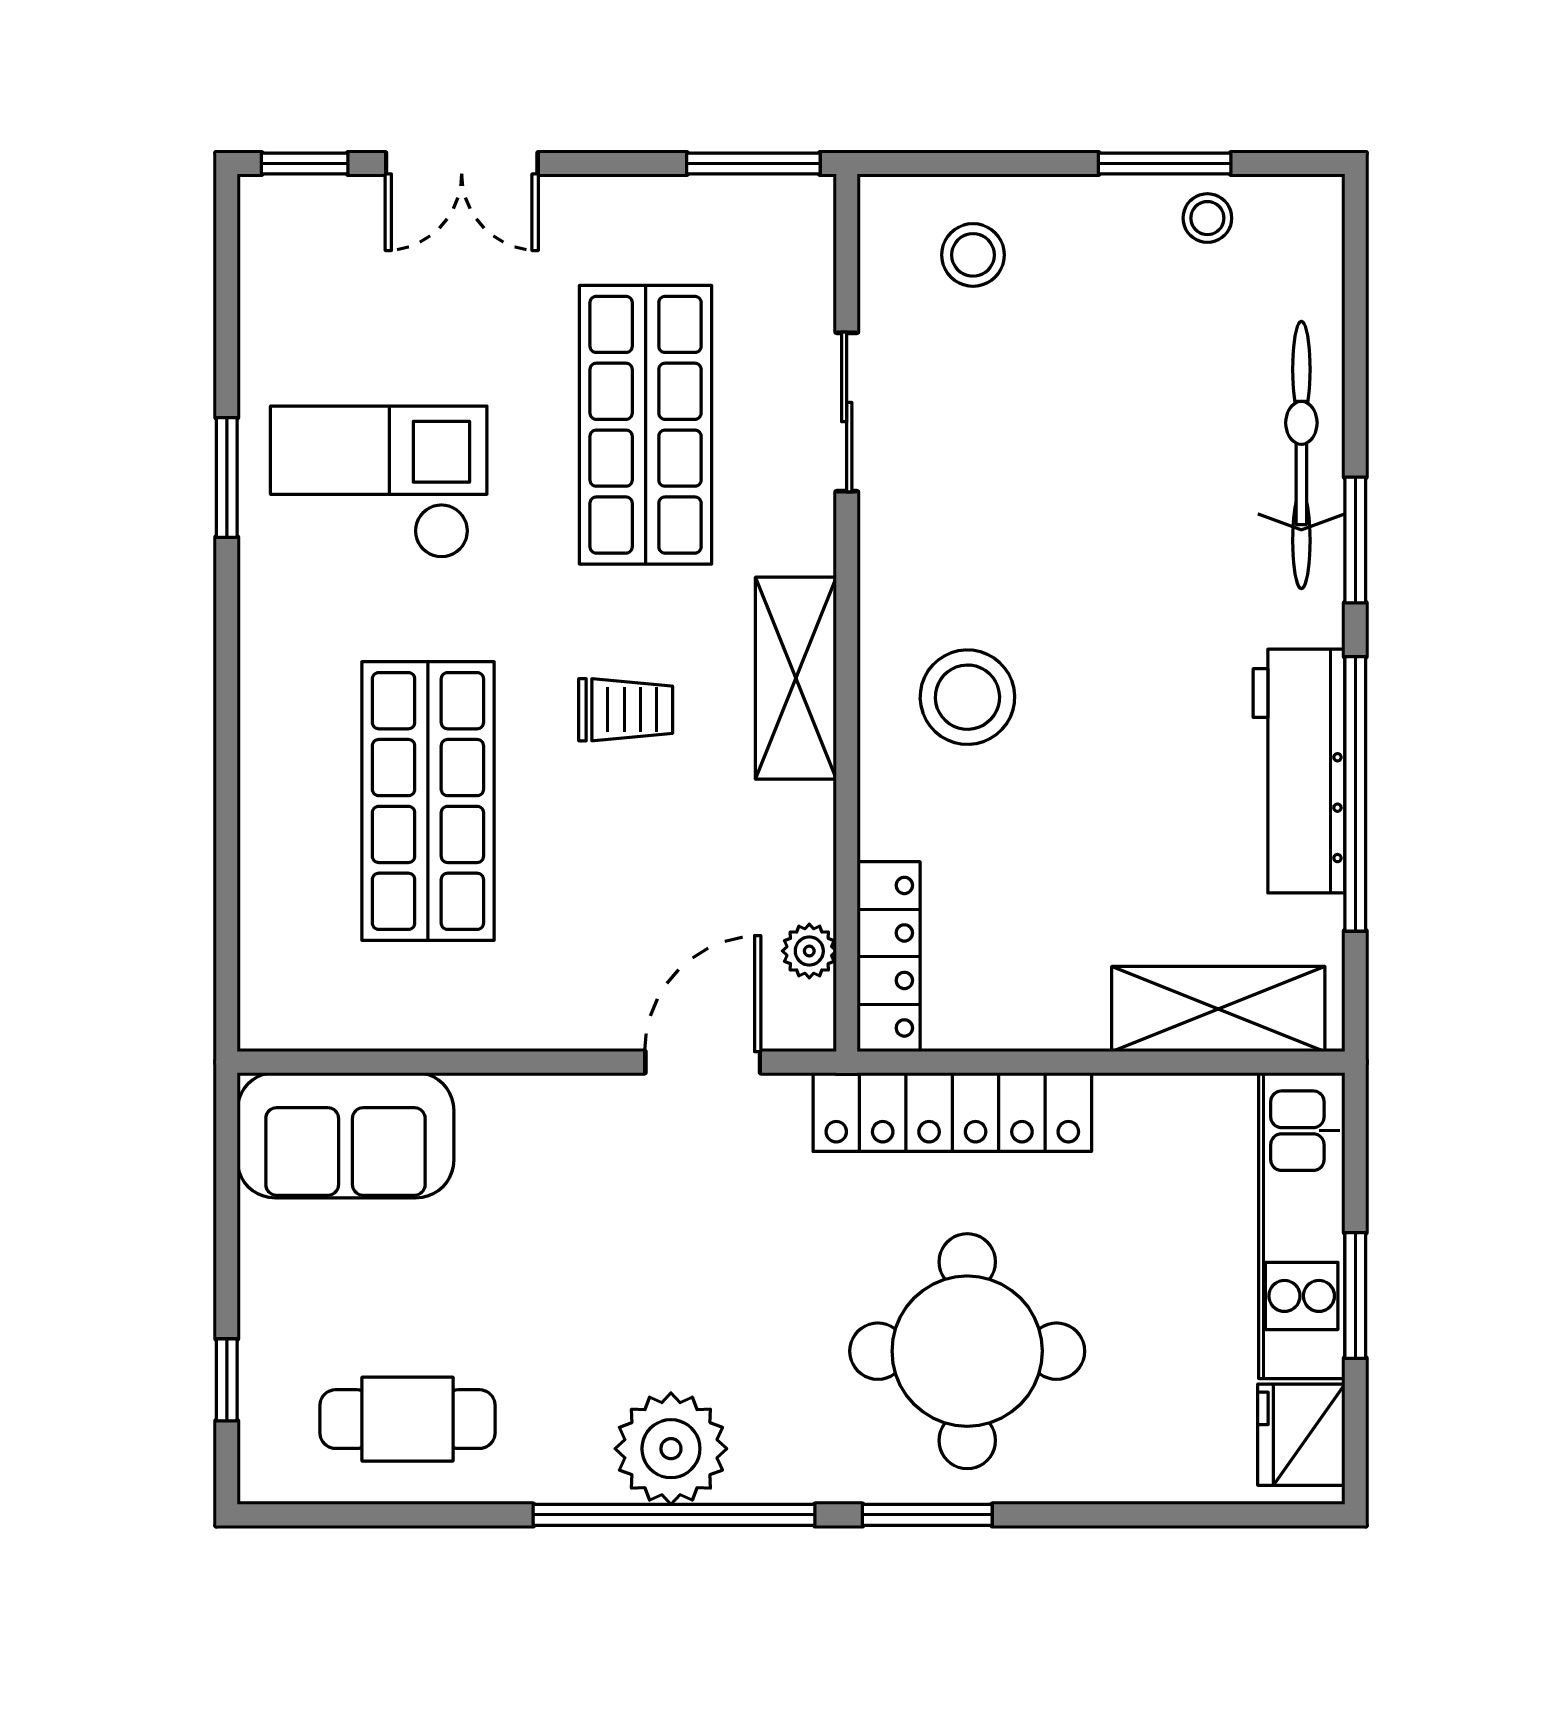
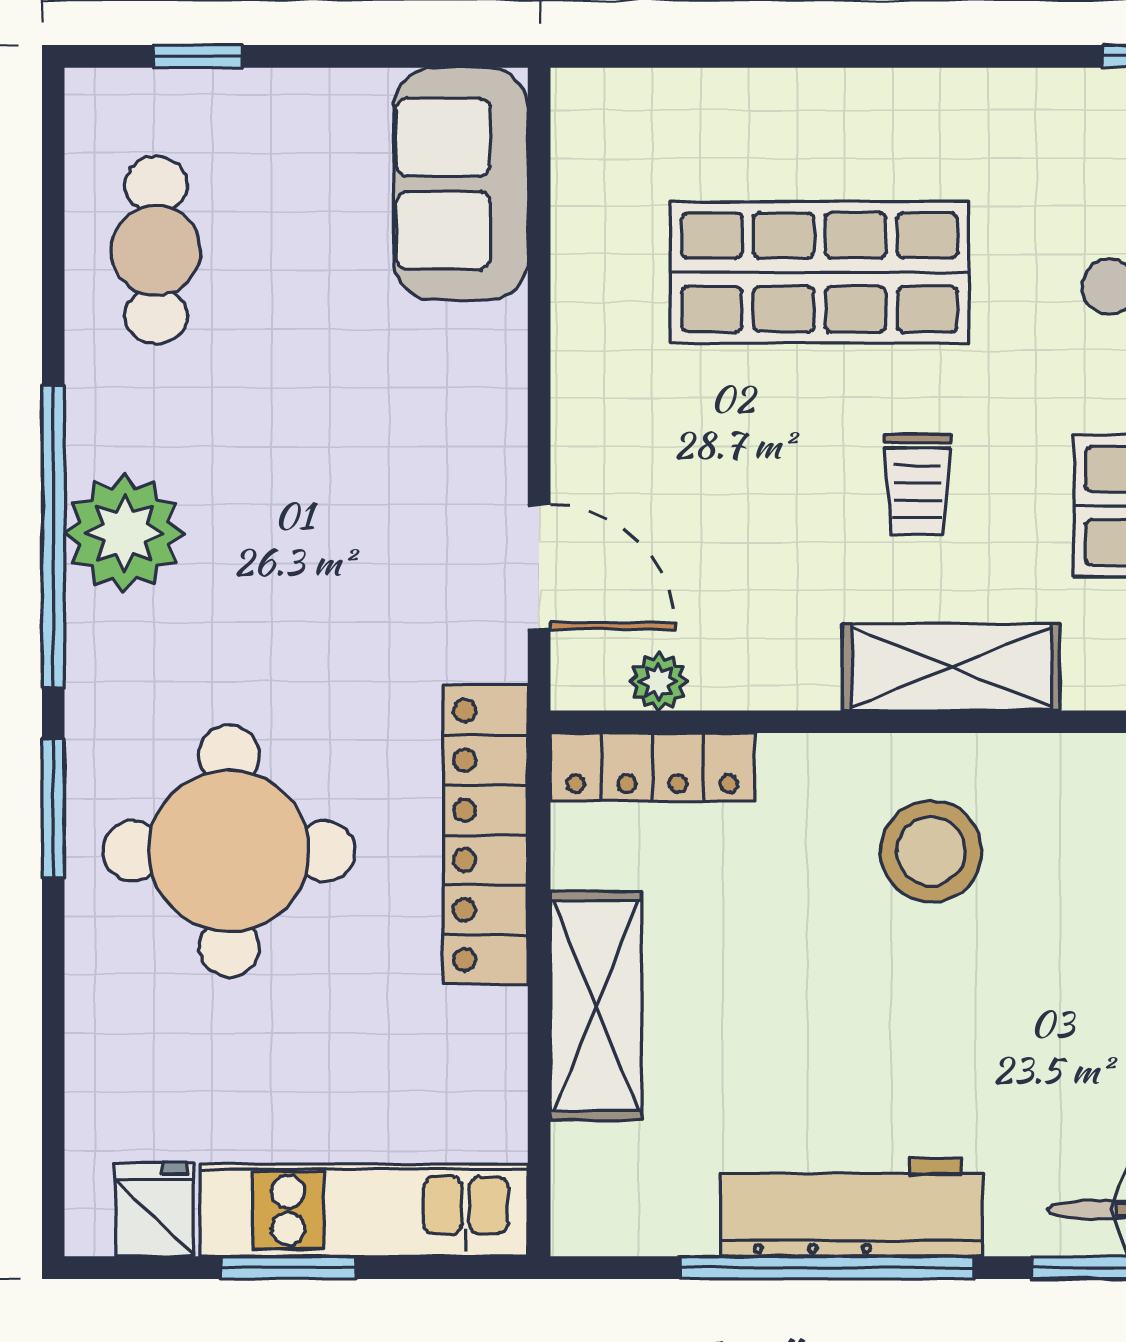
shelving: (1218, 1009) -> (596, 1006), moved
fridge: (1301, 1435) -> (154, 1210), width x0.72

